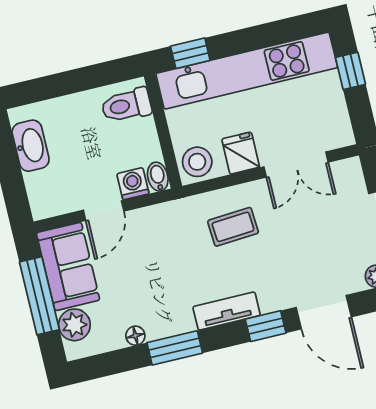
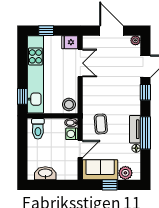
fridge: (241, 153) -> (70, 42), moved
door: (104, 211) -> (80, 149), hinge flipped
coffee table: (233, 227) -> (101, 124), moved
window: (39, 296) -> (110, 185), width x0.46
tv unit: (227, 311) -> (135, 129), moved
window: (175, 348) -> (145, 133), width x1.44

